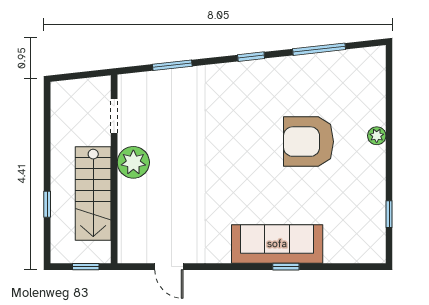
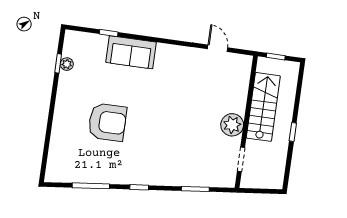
plant: (377, 136) -> (67, 64), moved
window: (47, 204) -> (293, 132), moved
sofa: (277, 244) -> (131, 52), width x0.73
window: (286, 267) -> (109, 33), moved

